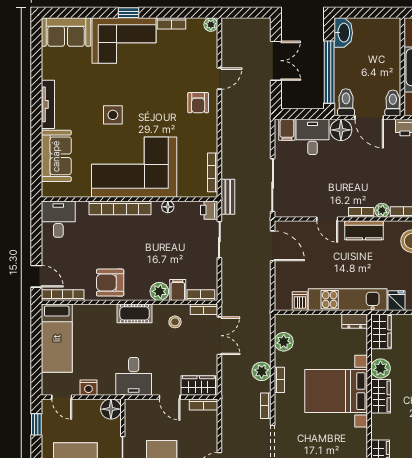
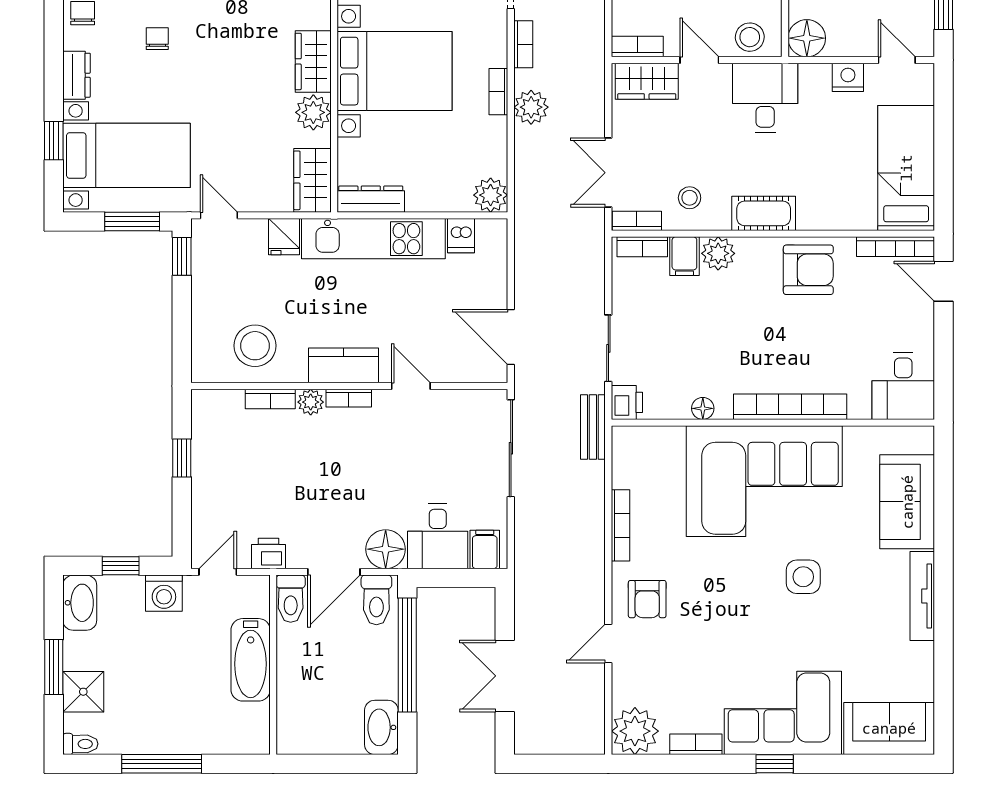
plant: (211, 25) -> (635, 731), width x1.88, depth x1.88
armchair: (198, 103) -> (647, 599), turned 180
door: (369, 118) -> (334, 572), swing flipped
bookcase: (213, 172) -> (620, 525), moved
dresser: (355, 321) -> (371, 199), width x1.44
plant: (284, 342) -> (491, 195), moved
stool: (142, 410) -> (750, 37), added

